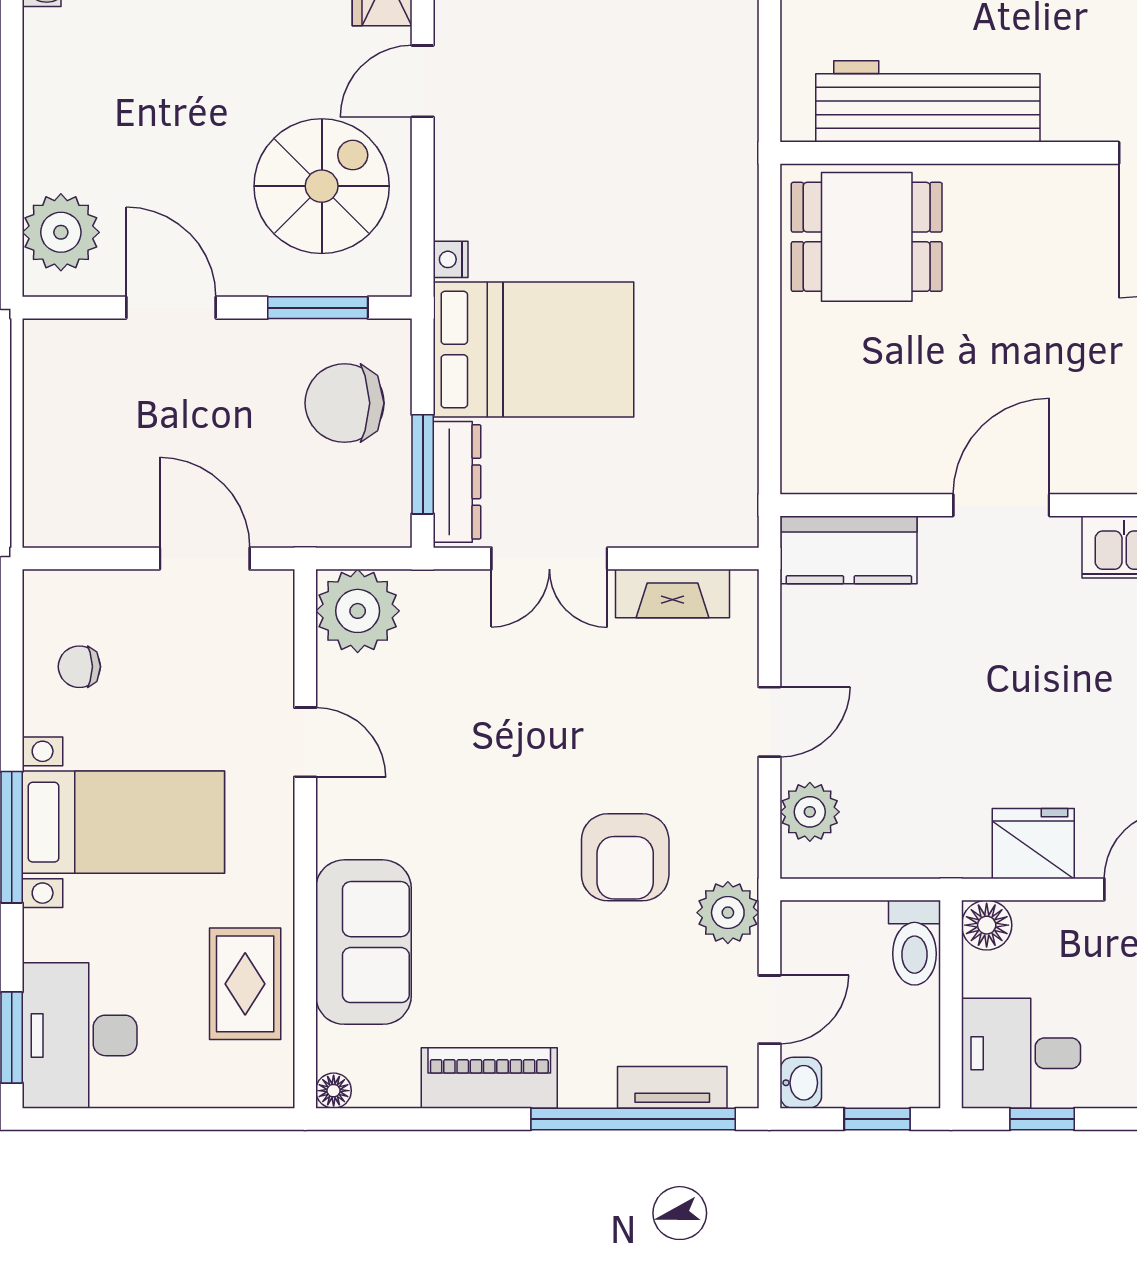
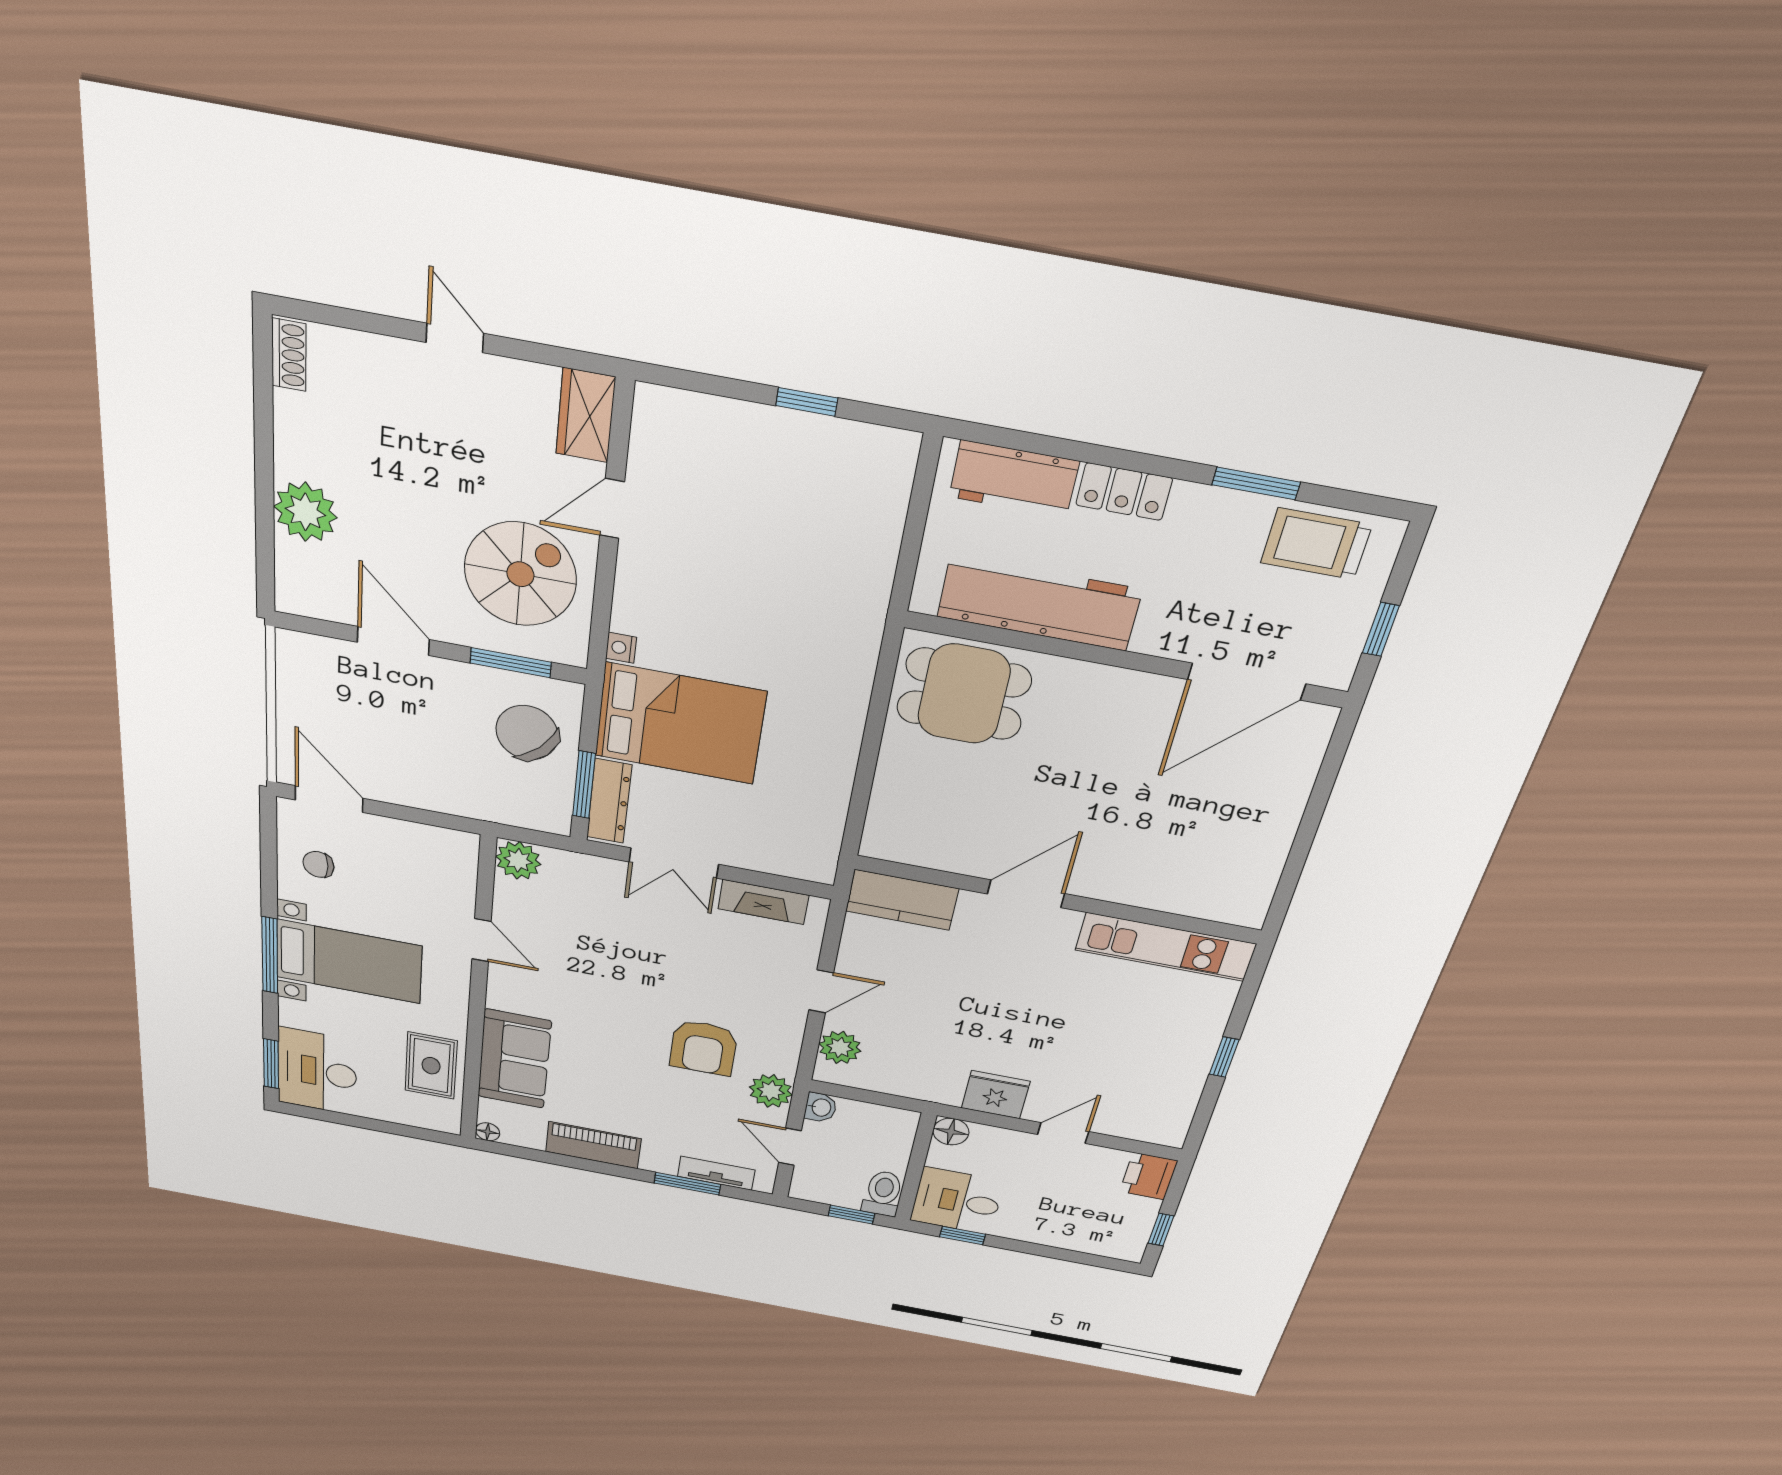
plant: (61, 232) -> (305, 512), moved
chair: (345, 403) -> (527, 733), turned 45
door: (205, 559) -> (329, 799), moved
plant: (358, 611) -> (518, 860), width x0.73, depth x0.73
toilet: (915, 943) -> (883, 1193), moved, turned 180
door: (770, 1010) -> (790, 1147), swing flipped
washbasin: (801, 1083) -> (821, 1107), moved
window: (633, 1119) -> (687, 1184), width x0.47

